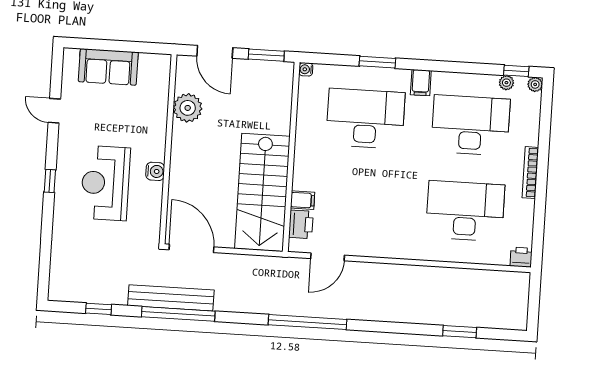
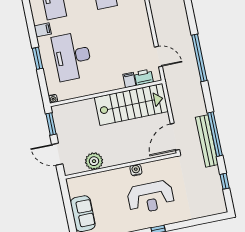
door: (215, 52) -> (57, 154), swing flipped

